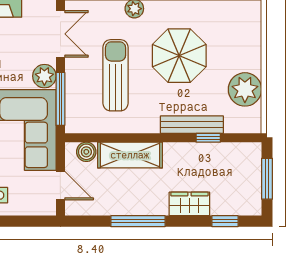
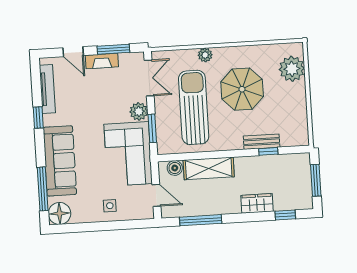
sun lounger: (116, 75) -> (194, 107), width x1.36, depth x1.34
plant: (245, 89) -> (292, 69), moved
window: (60, 99) -> (152, 128), width x0.69
bench: (192, 125) -> (262, 142), width x0.73
window: (138, 221) -> (201, 220), moved

